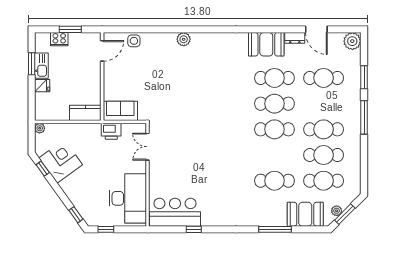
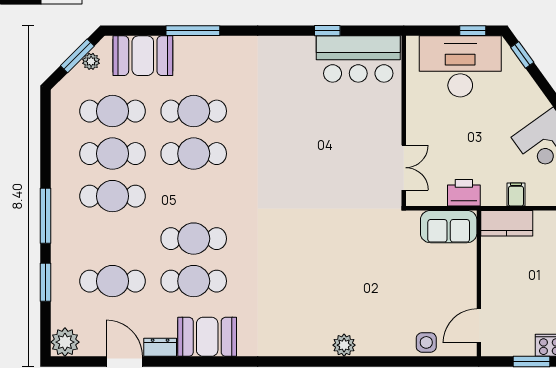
cafe table: (274, 129) -> (194, 154), moved
filing cabinet: (80, 130) -> (516, 195), added
desk: (128, 198) -> (460, 66), moved, turned 90

